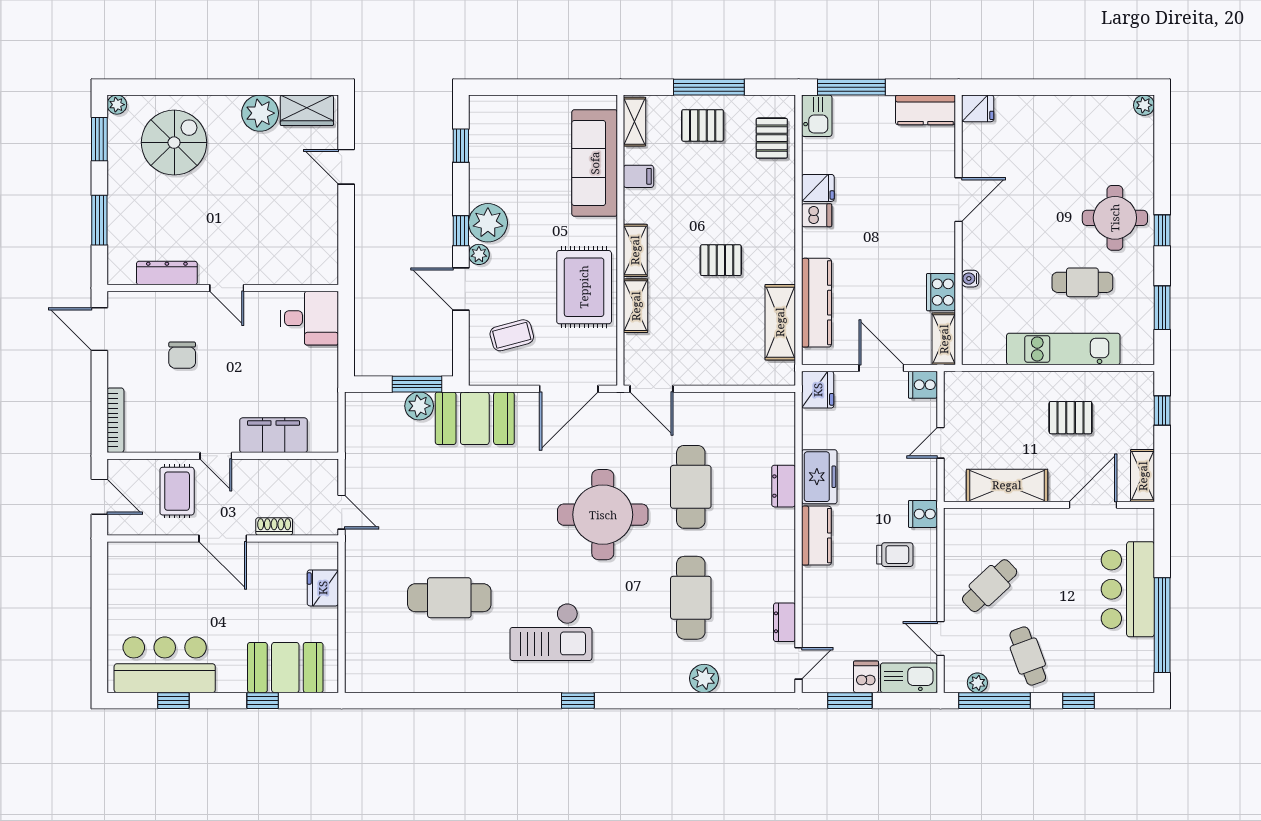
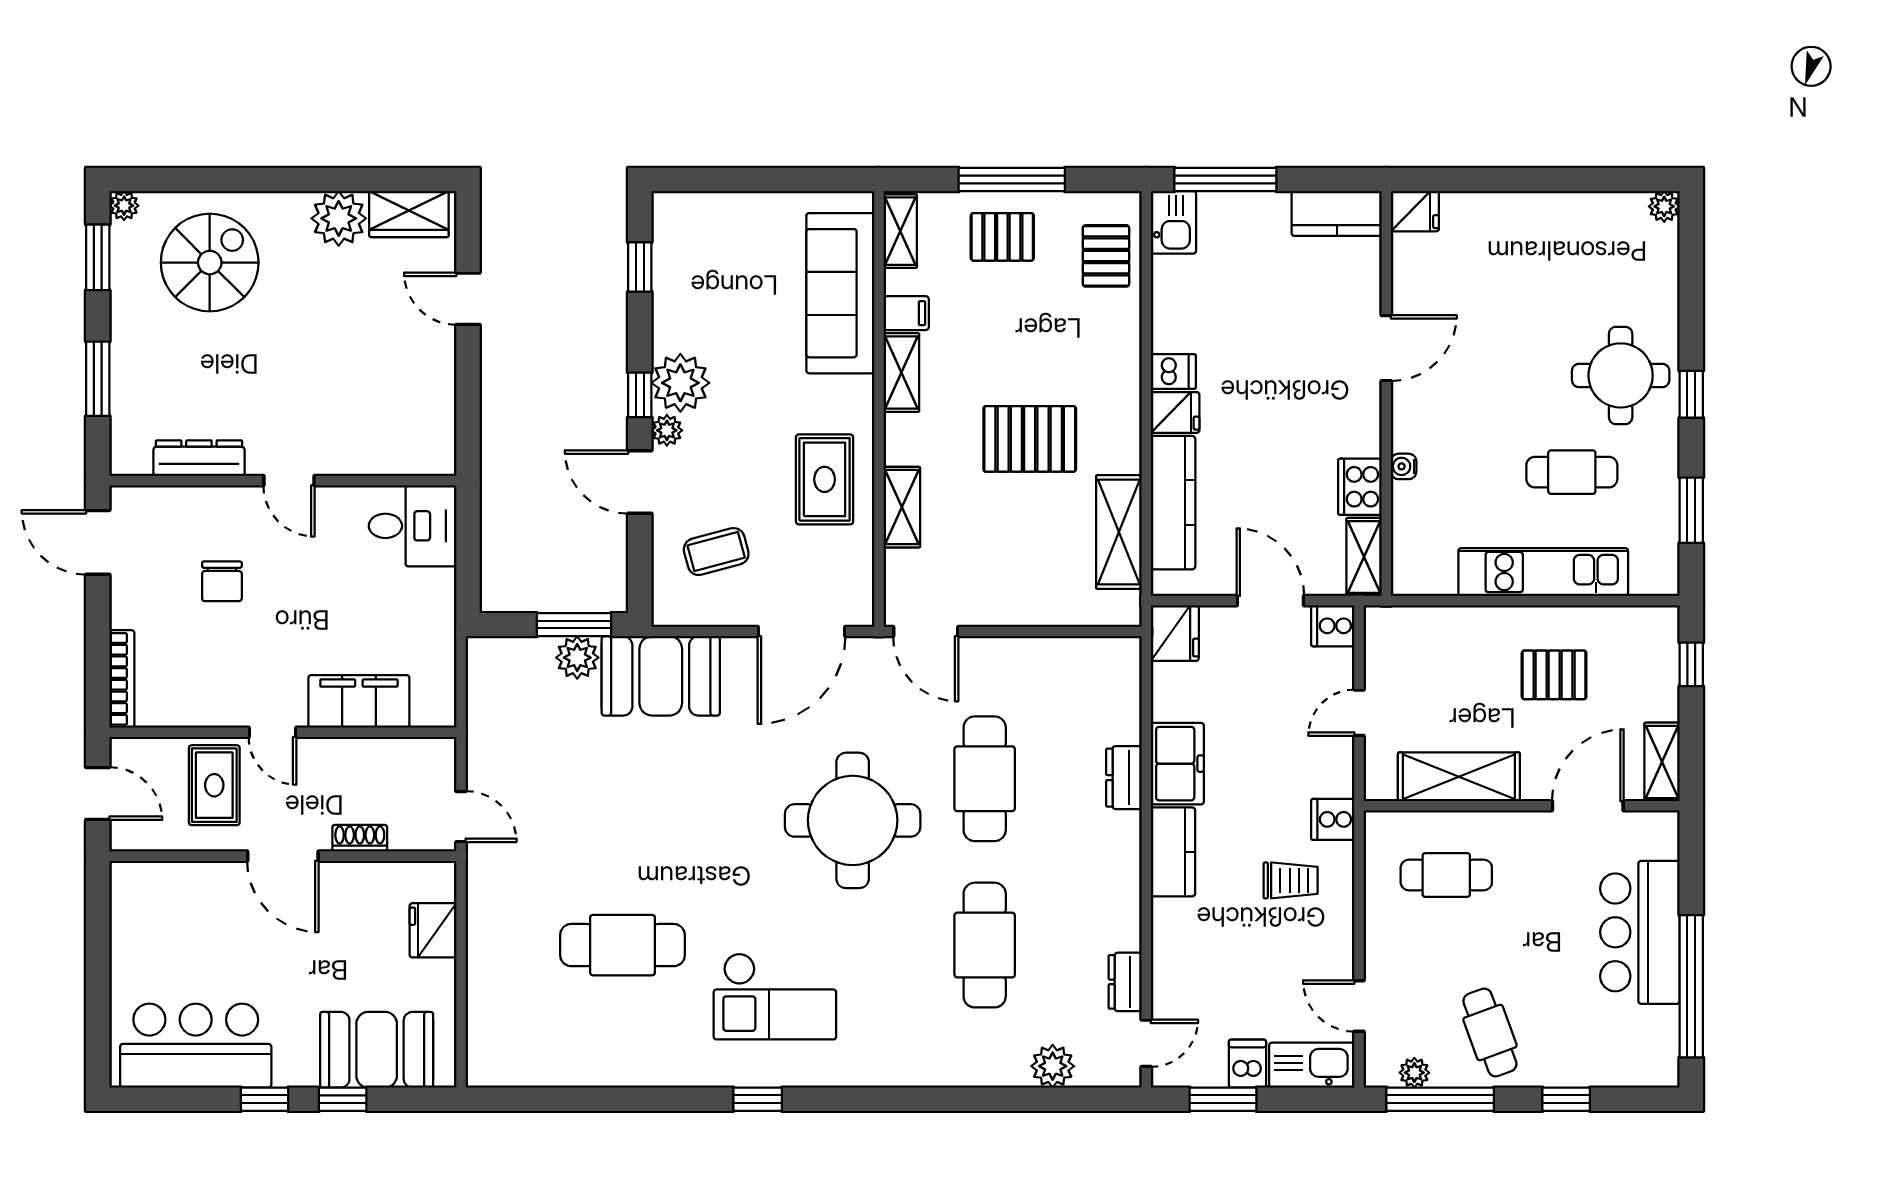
fridge: (818, 188) -> (1175, 412), moved
shelving: (635, 250) -> (901, 372), moved
pallet: (721, 260) -> (1030, 439), width x1.50, depth x1.42
rug: (584, 287) -> (825, 479), width x0.73, depth x0.70
cafe table: (990, 586) -> (1446, 875), moved, turned 43
plant: (704, 678) -> (1053, 1066), moved
window: (173, 701) -> (264, 1099), moved
window: (578, 701) -> (758, 1099), moved

